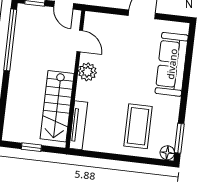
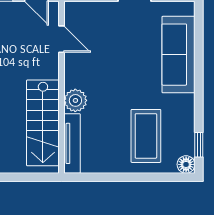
plant: (87, 72) -> (75, 100), moved
window: (179, 138) -> (199, 145), width x0.67
window: (31, 147) -> (17, 177), removed

